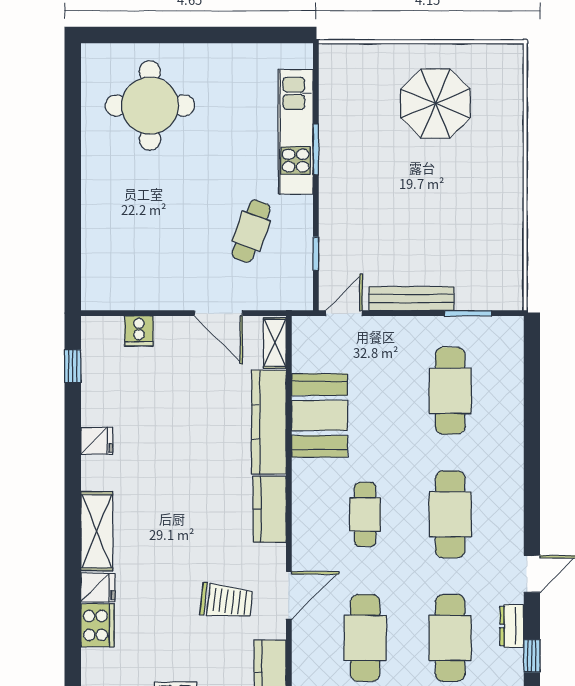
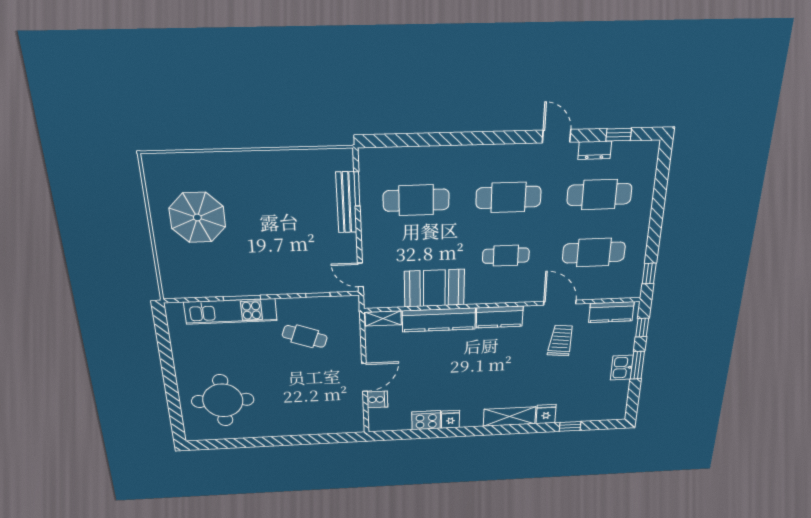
bench: (411, 299) -> (346, 202), moved
door: (218, 313) -> (364, 377), moved
window: (73, 366) -> (570, 426), moved
cooker: (97, 625) -> (426, 420), moved

